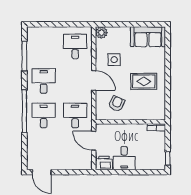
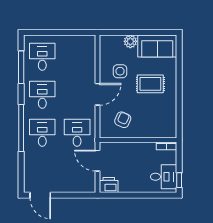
plant: (101, 33) -> (130, 41), moved
desk: (75, 46) -> (42, 57), moved
door: (94, 81) -> (98, 94), hinge flipped
rug: (144, 81) -> (150, 84), moved
desk: (124, 158) -> (164, 177), moved, turned -90

